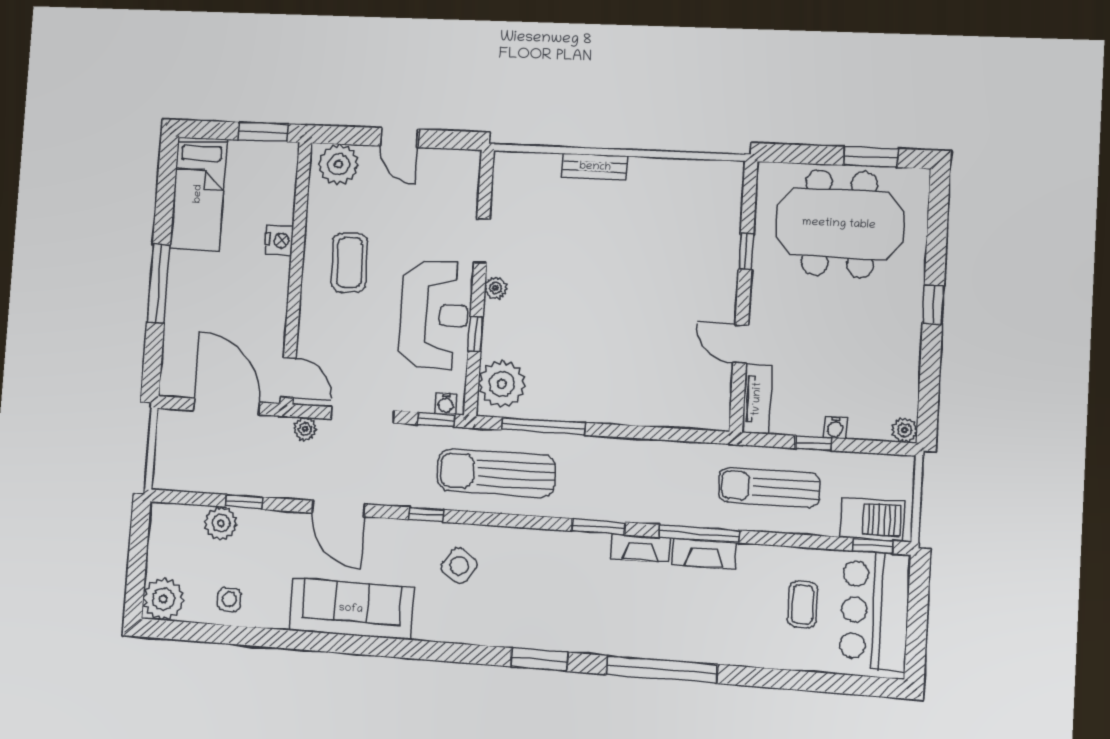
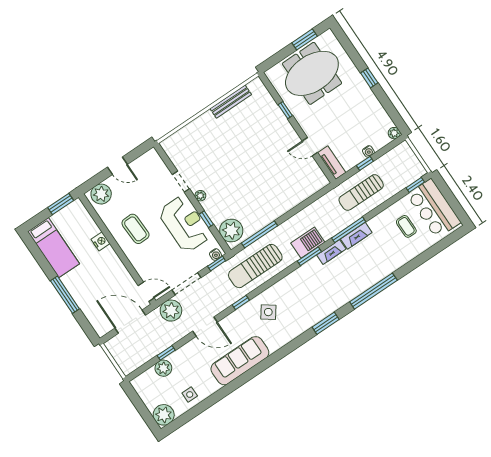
bench: (595, 167) -> (231, 102), moved, width x1.36
plant: (305, 429) -> (171, 311), width x1.87, depth x1.87
barbecue: (872, 519) -> (308, 243), moved

